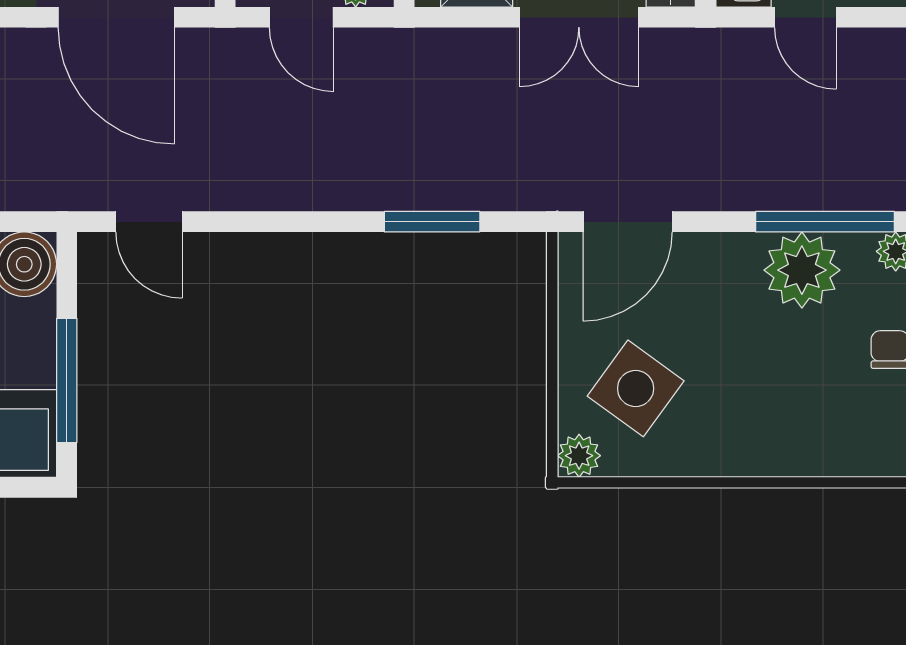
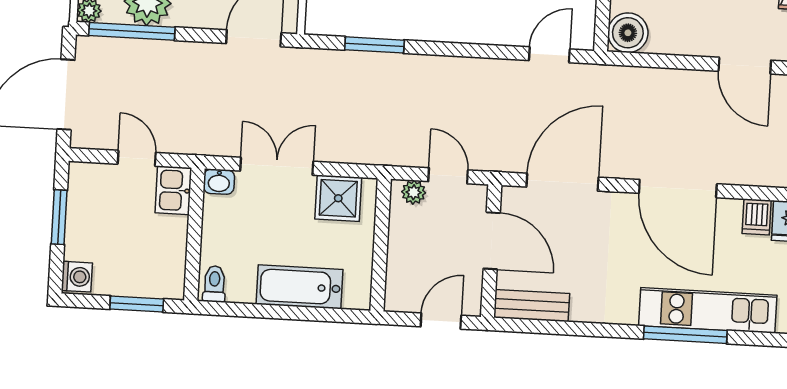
door: (116, 17) -> (562, 182), hinge flipped
door: (149, 222) -> (549, 55), hinge flipped

